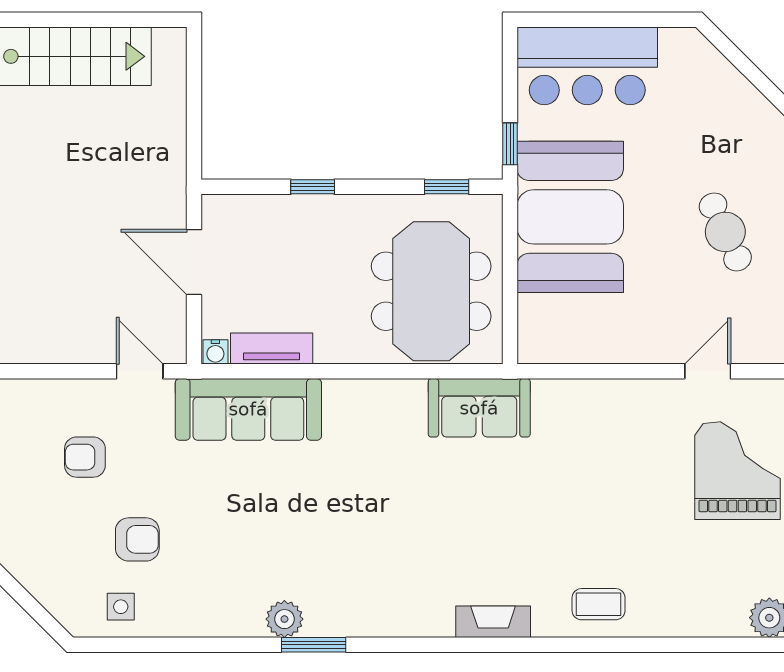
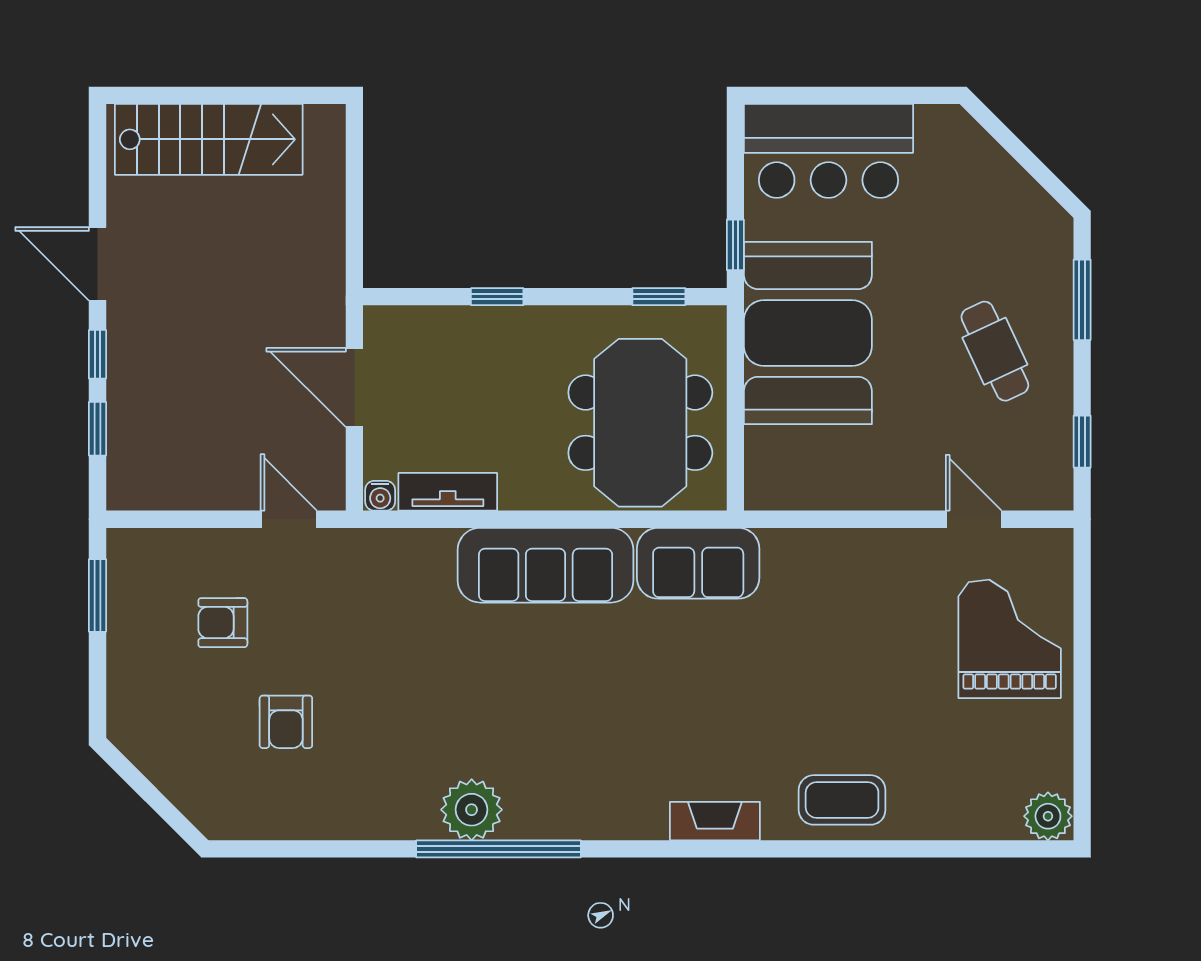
door: (708, 371) -> (974, 519), hinge flipped
sofa: (248, 409) -> (546, 565), moved
armchair: (137, 539) -> (286, 722), turned 90
coffee table: (599, 604) -> (842, 800), width x1.36, depth x1.30
side table: (121, 607) -> (266, 803), removed
plant: (284, 619) -> (472, 810), width x1.36, depth x1.36
window: (314, 645) -> (499, 849), width x2.11

